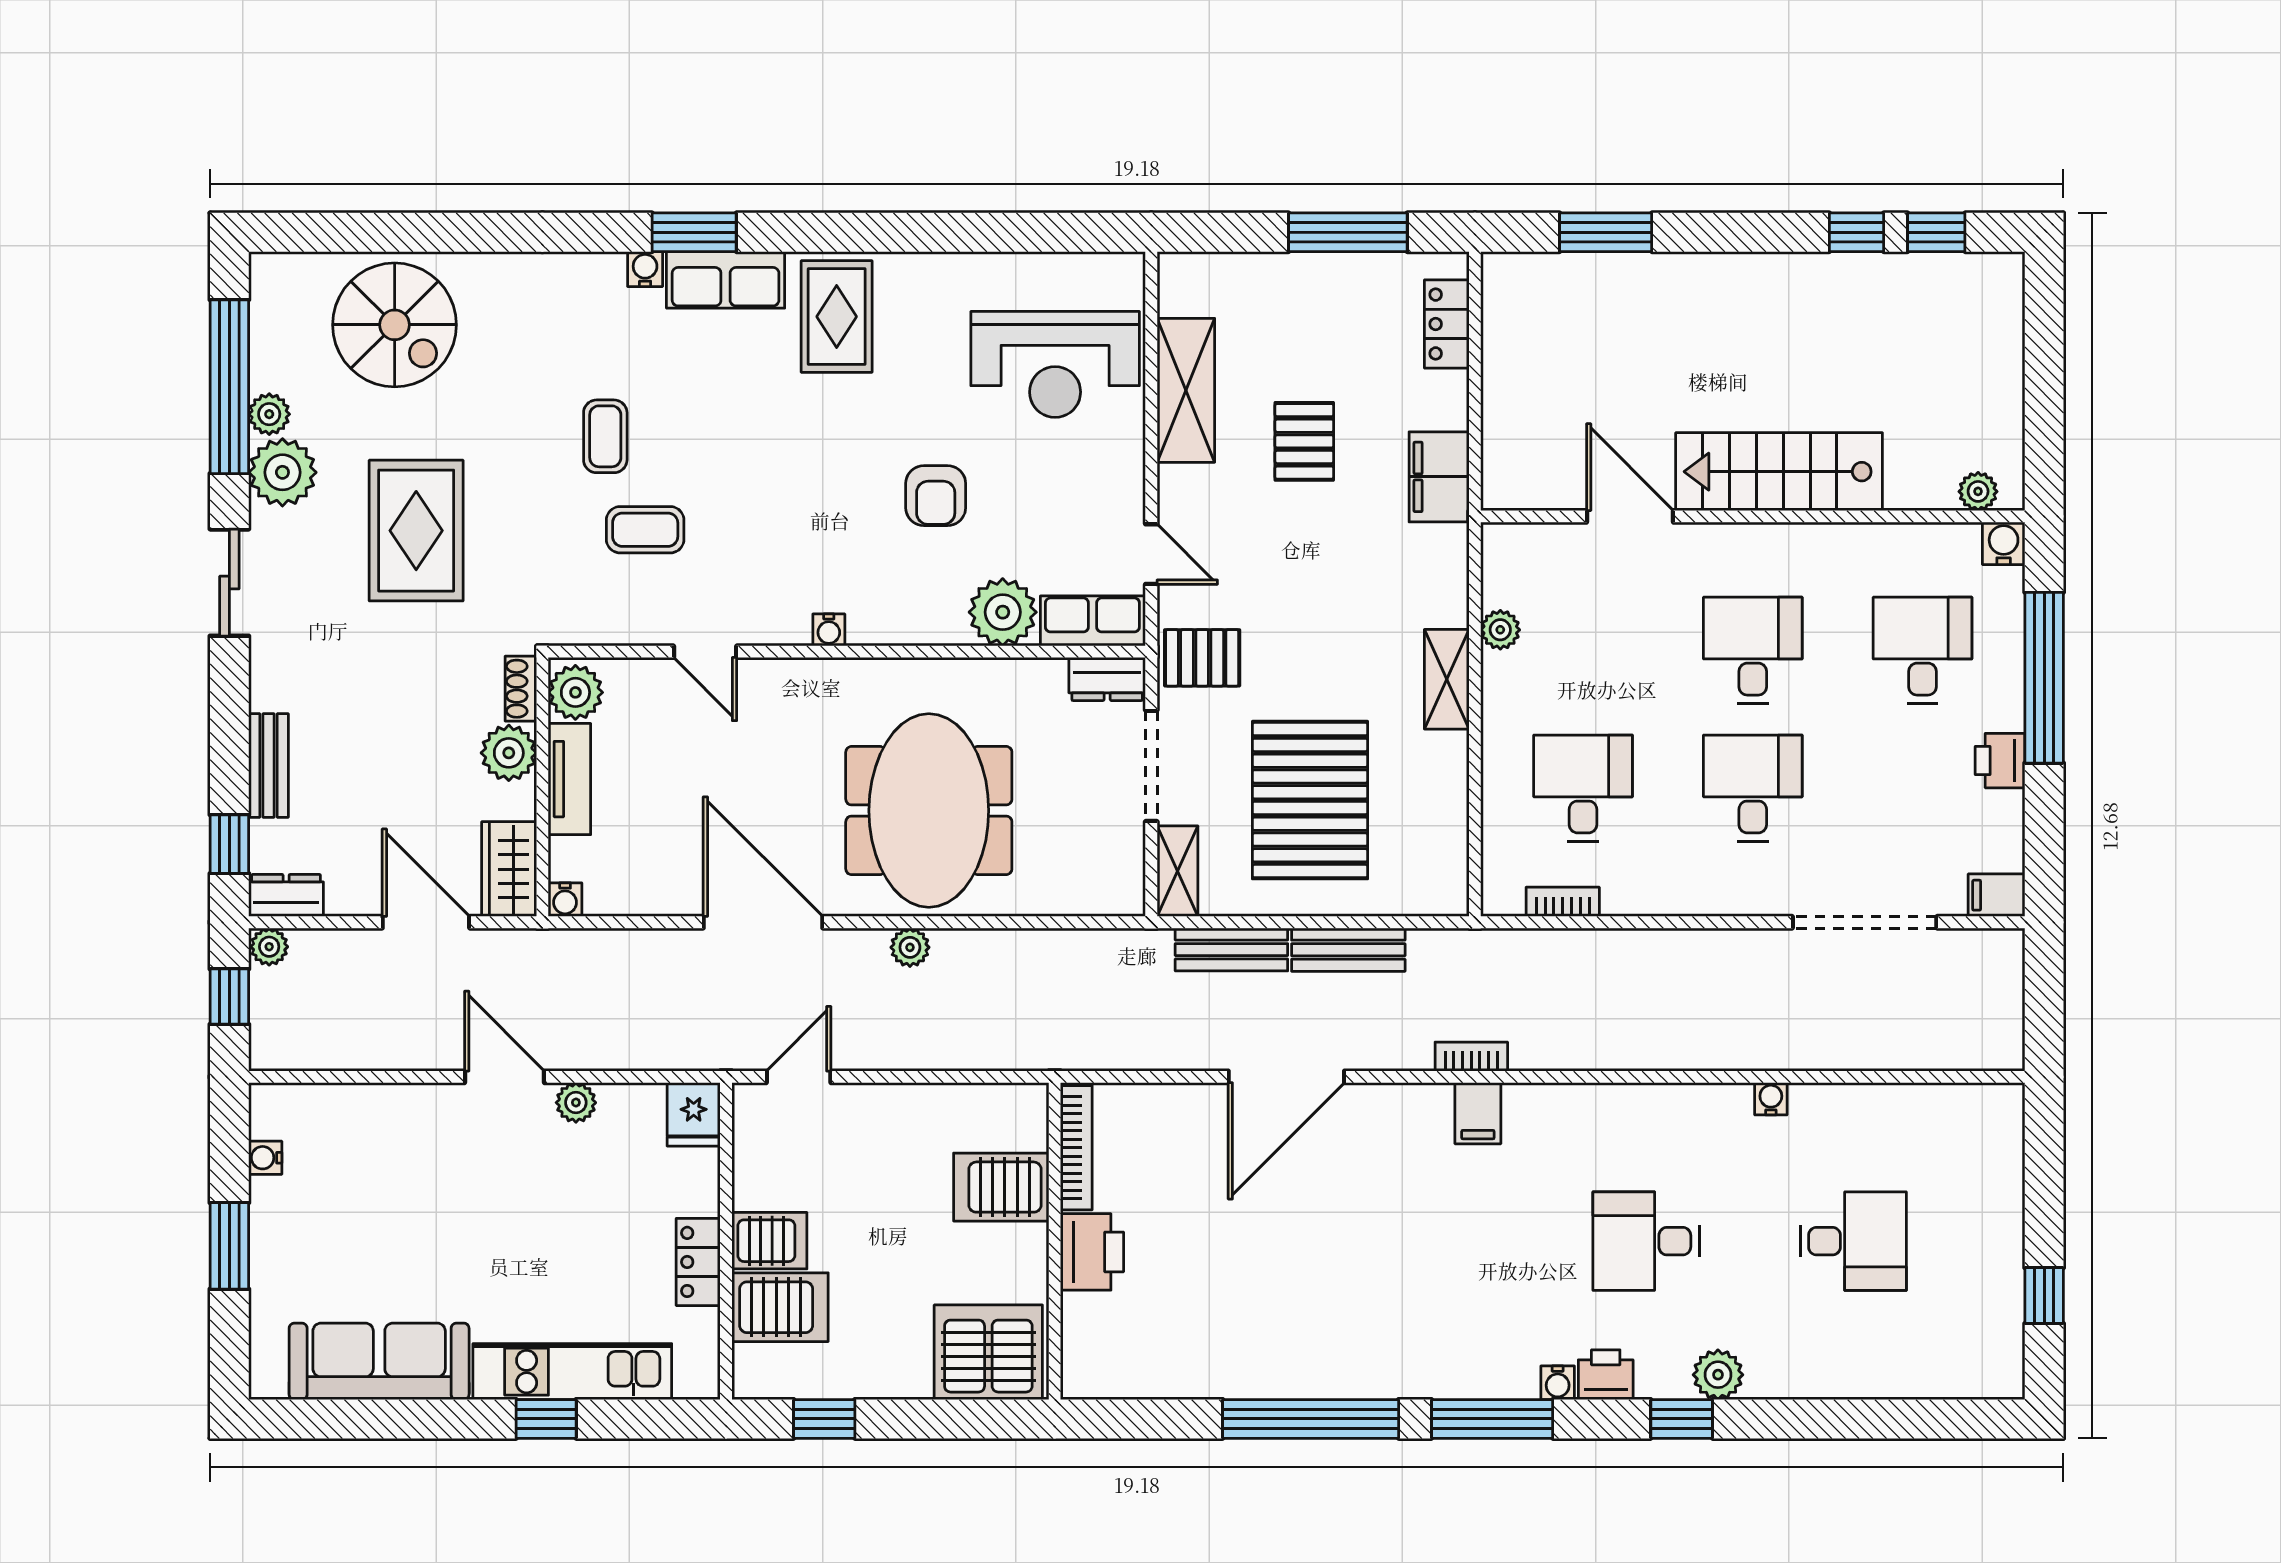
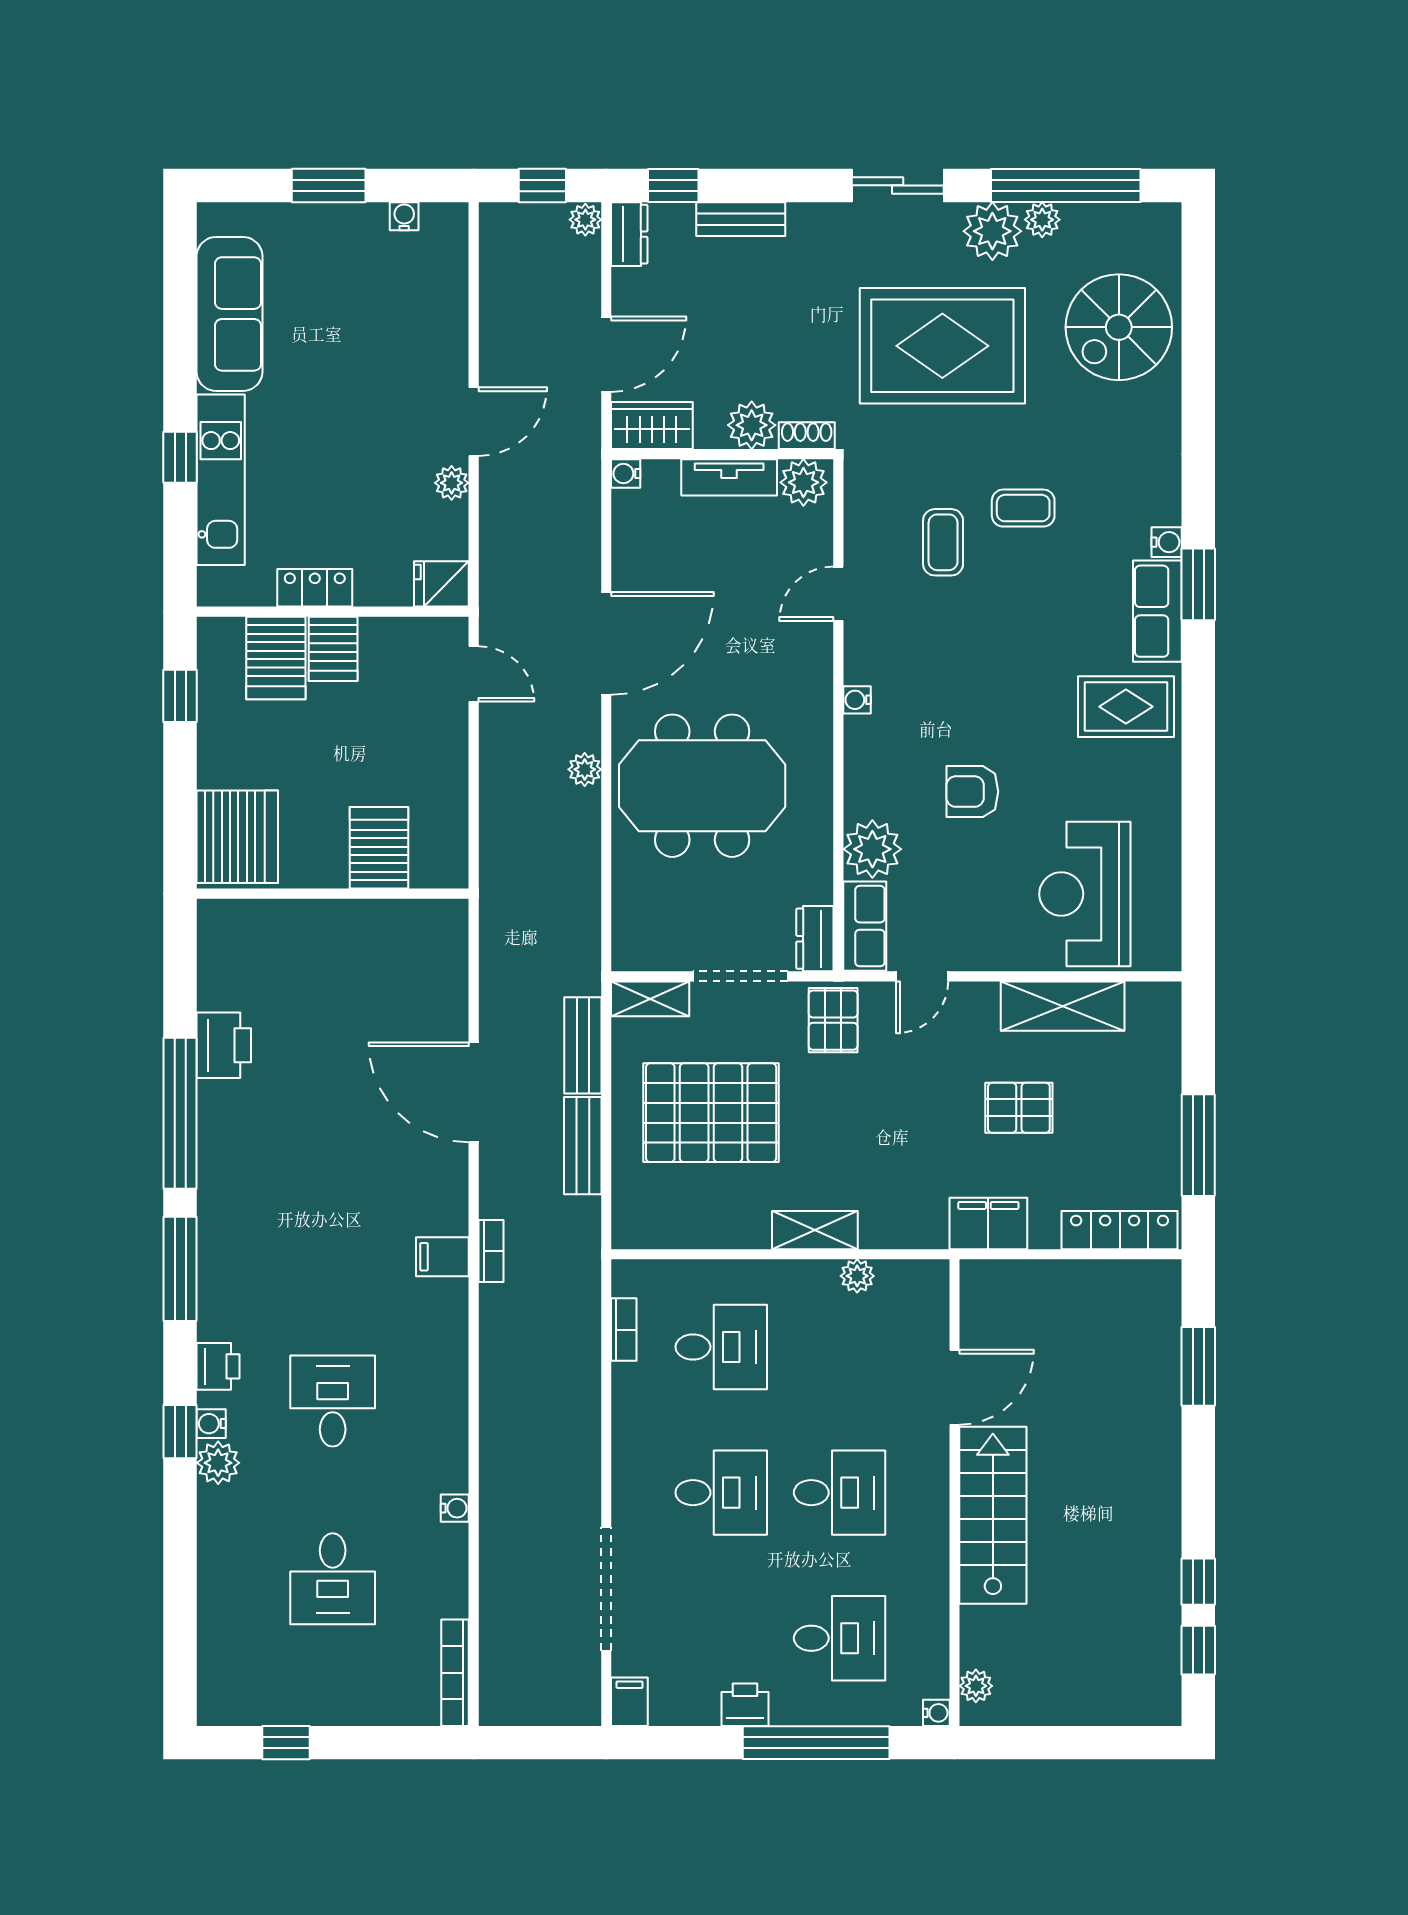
locker: (1447, 324) -> (1120, 1230), width x1.53
rug: (416, 531) -> (942, 346), width x1.37, depth x1.44
water cooler: (2004, 543) -> (936, 1713), width x0.72, depth x0.72
bookcase: (1076, 1148) -> (455, 1673), moved, turned 90
printer: (1092, 1252) -> (224, 1045), moved, turned -90
water cooler: (1558, 1383) -> (211, 1424), moved

